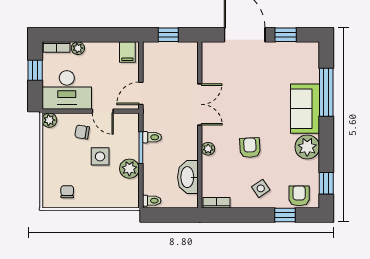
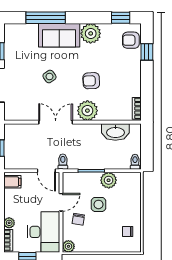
toilet: (152, 137) -> (63, 162), moved
plant: (208, 149) -> (87, 111), width x1.88, depth x1.88
side table: (261, 188) -> (49, 77), moved

